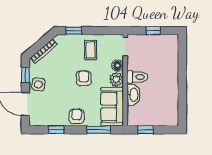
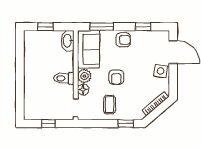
window: (25, 75) -> (173, 80), removed
washbasin: (134, 95) -> (68, 41), moved
armchair: (77, 116) -> (123, 40), turned -90
window: (145, 130) -> (45, 27), moved

